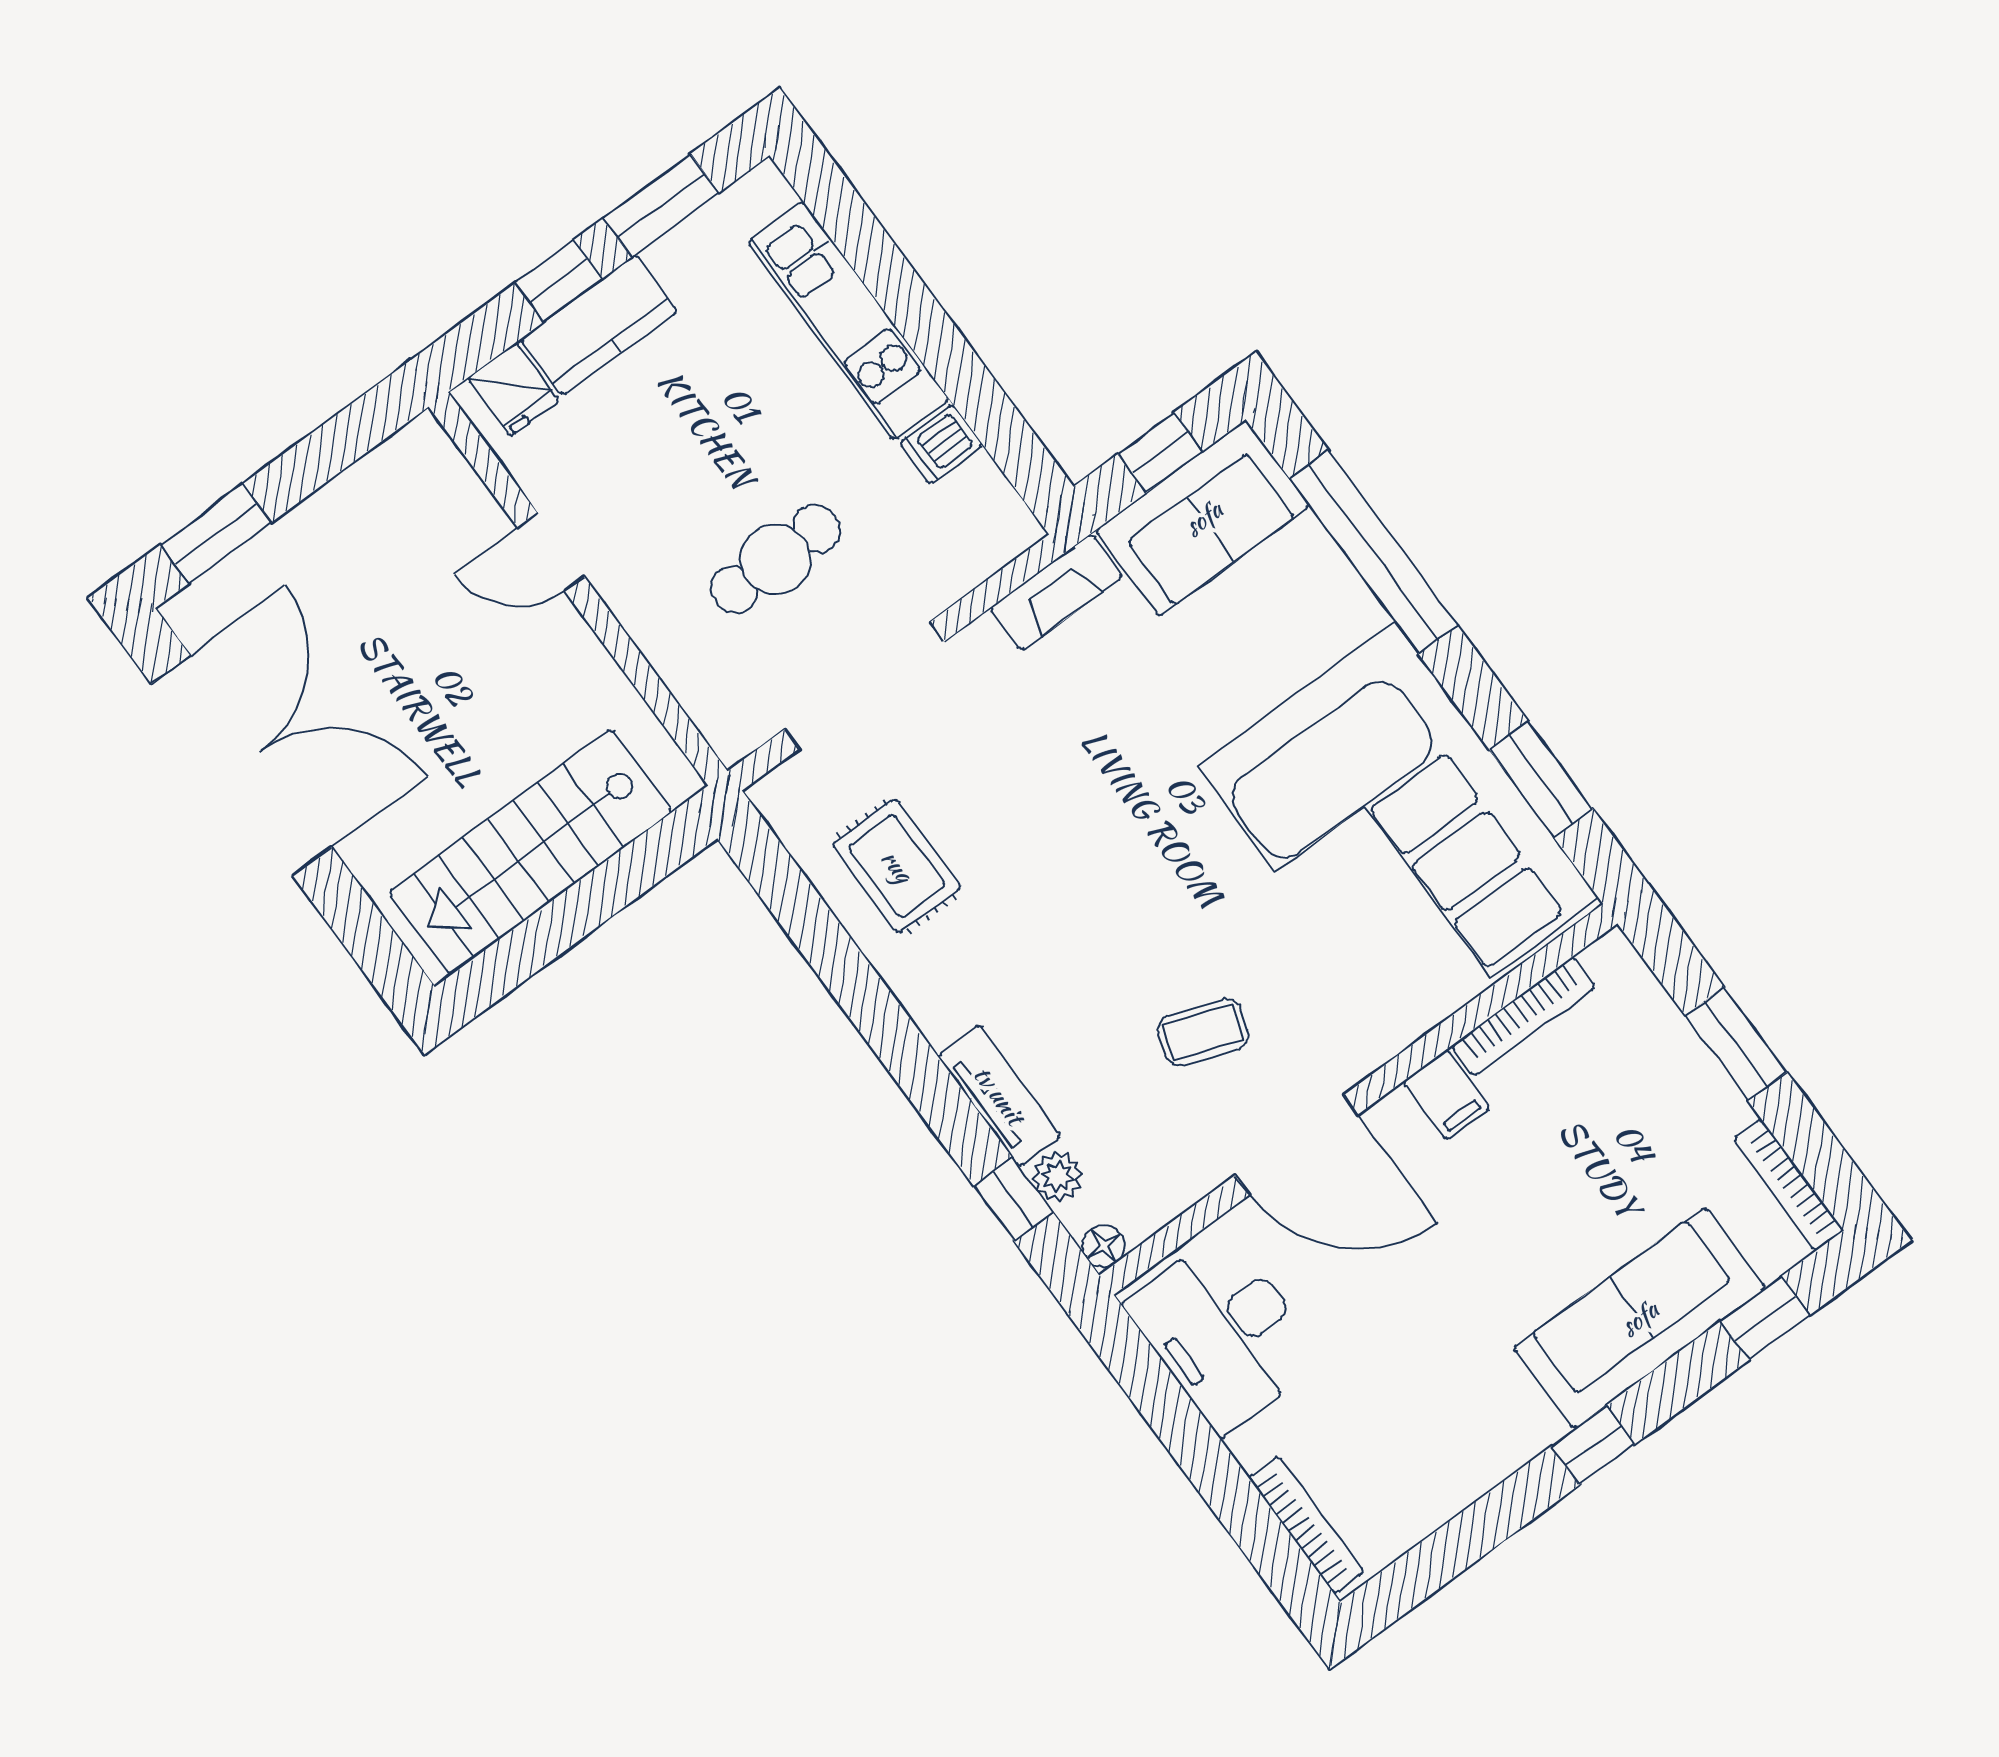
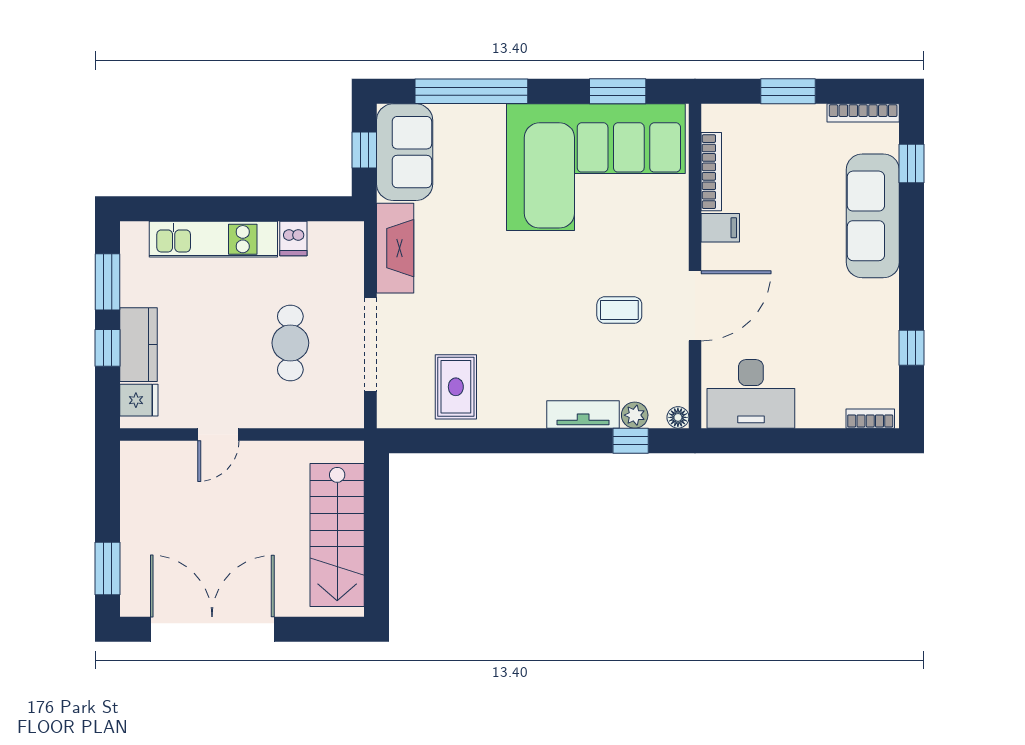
fireplace: (1056, 592) -> (395, 248), width x1.37, depth x1.32
rug: (897, 866) -> (456, 387), turned 90
coffee table: (1203, 1032) -> (619, 310), turned 70
window: (1593, 1445) -> (911, 348), moved
bookcase: (1306, 1525) -> (870, 419), width x0.64

